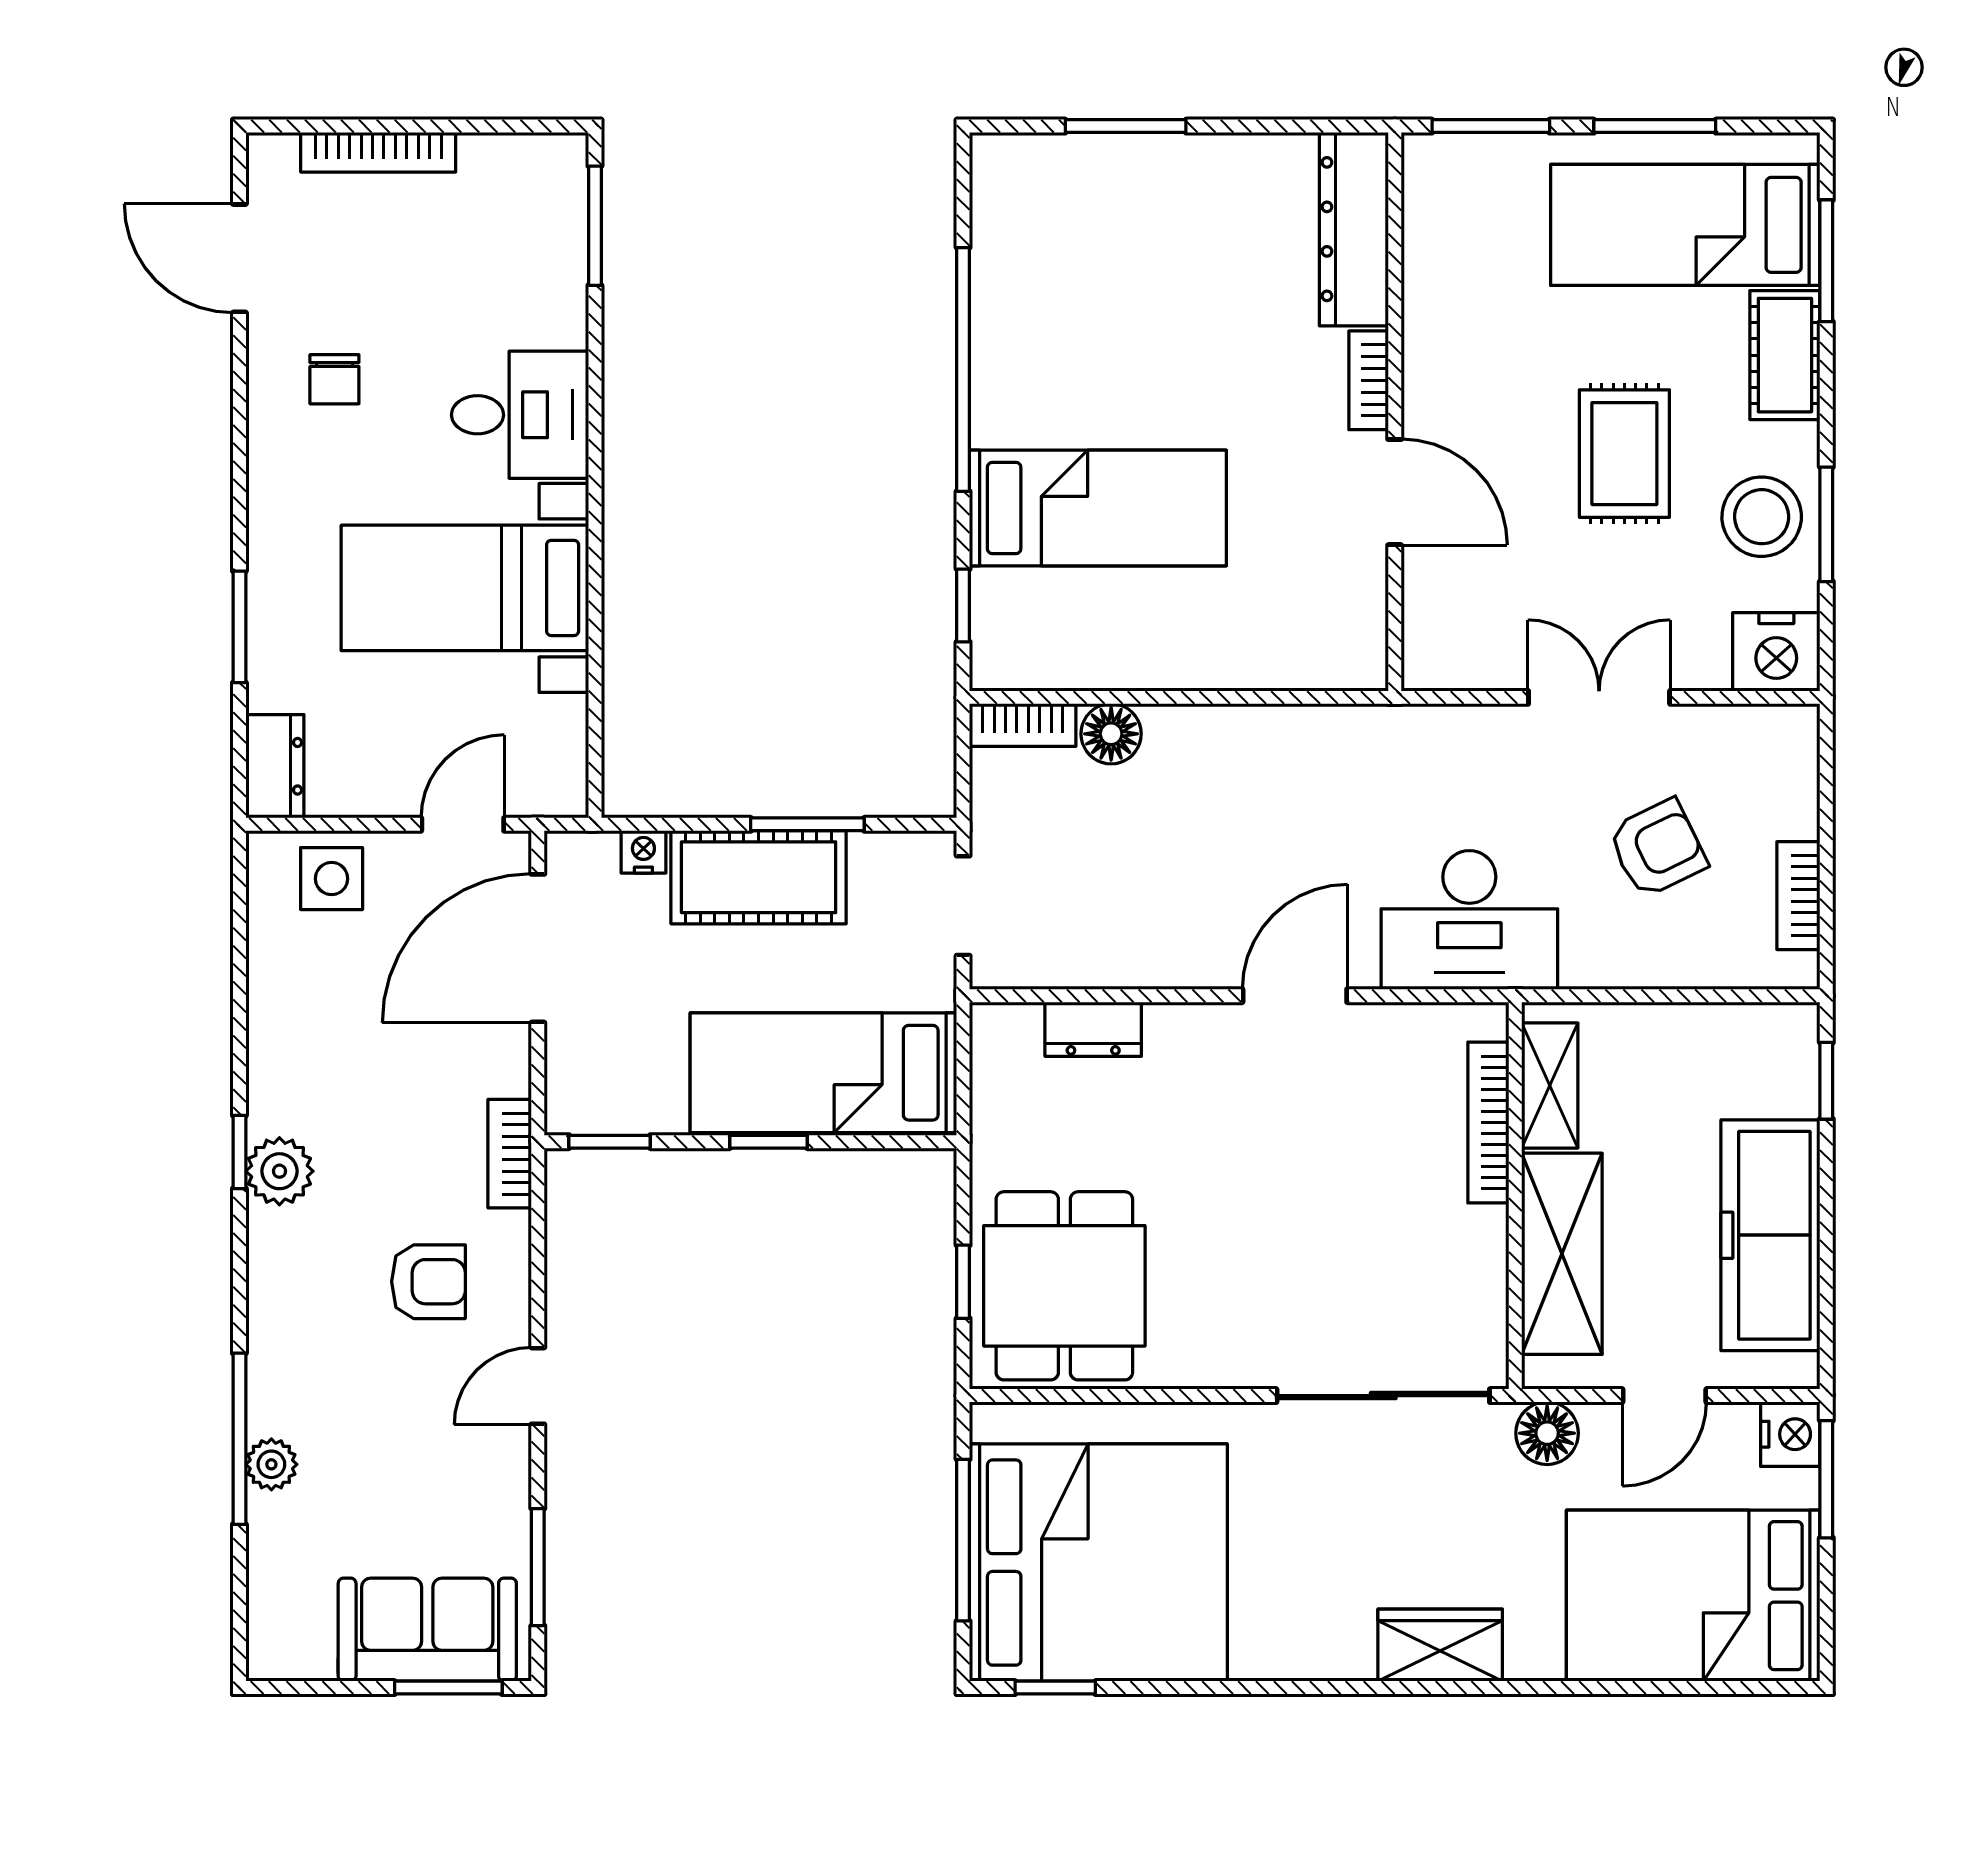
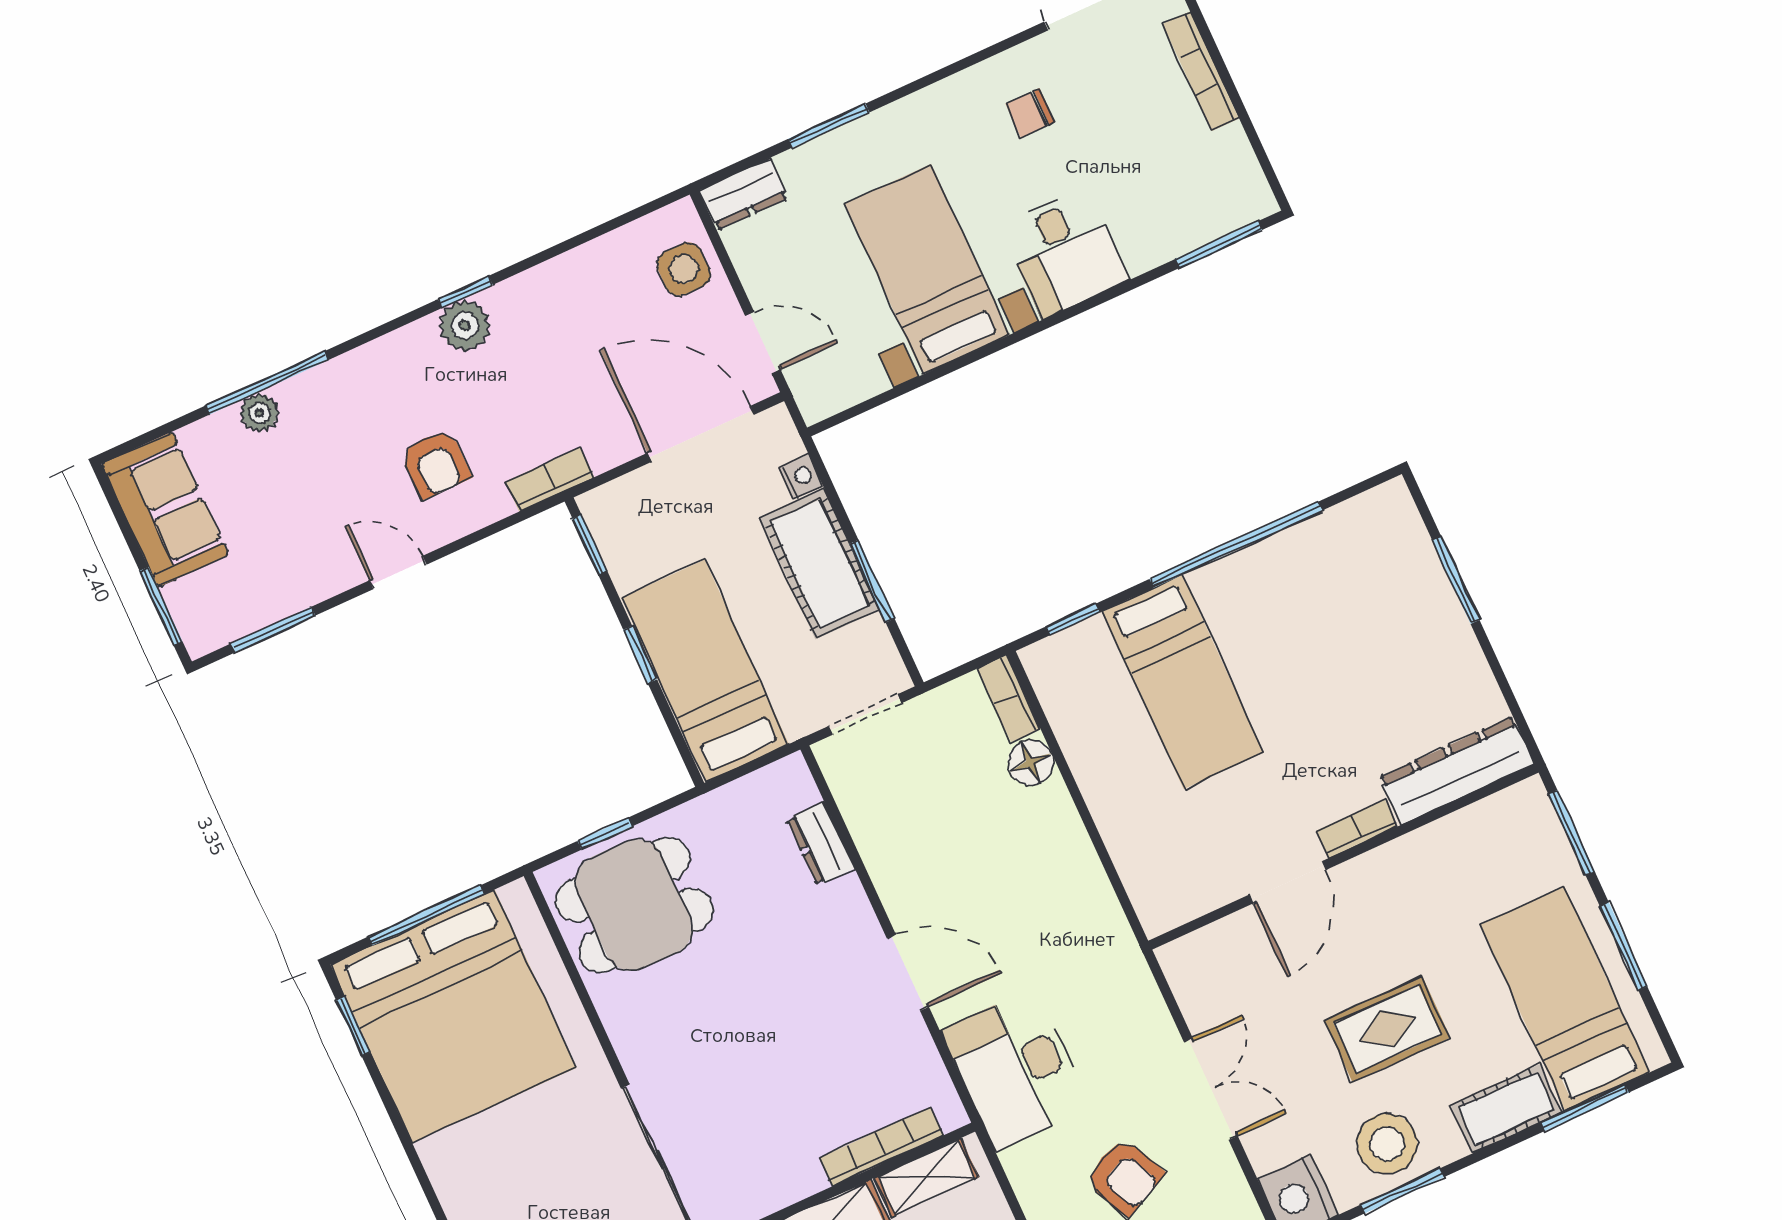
sofa: (427, 1630) -> (165, 509), moved

